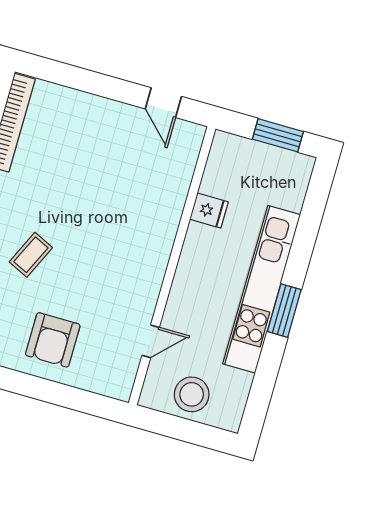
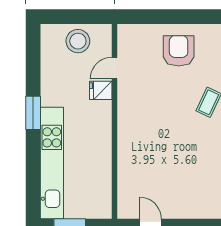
fridge: (209, 211) -> (101, 90), moved
kitchen unit: (262, 289) -> (52, 163), moved

